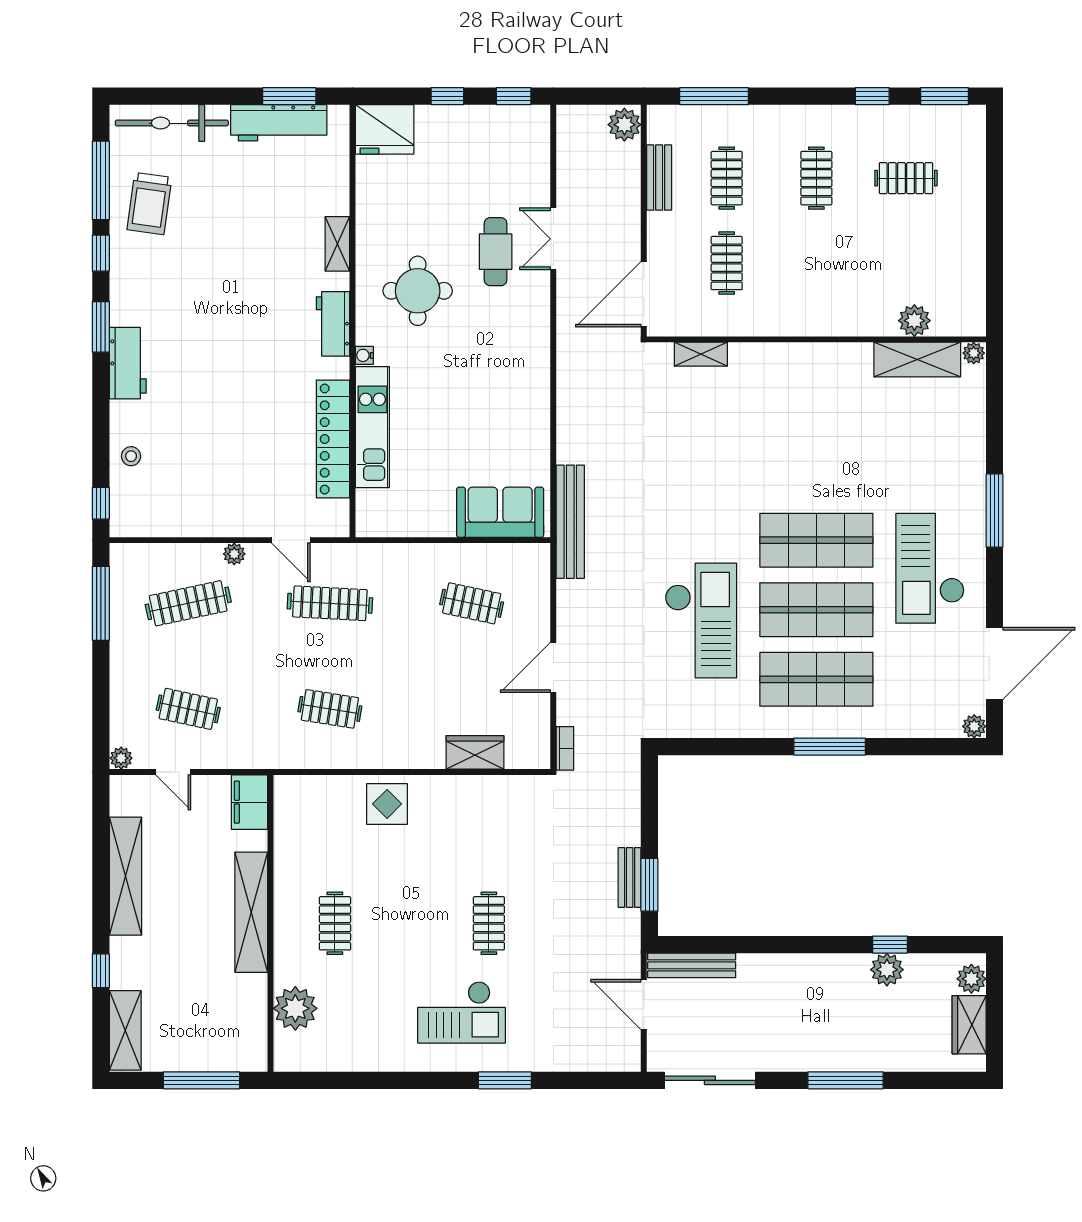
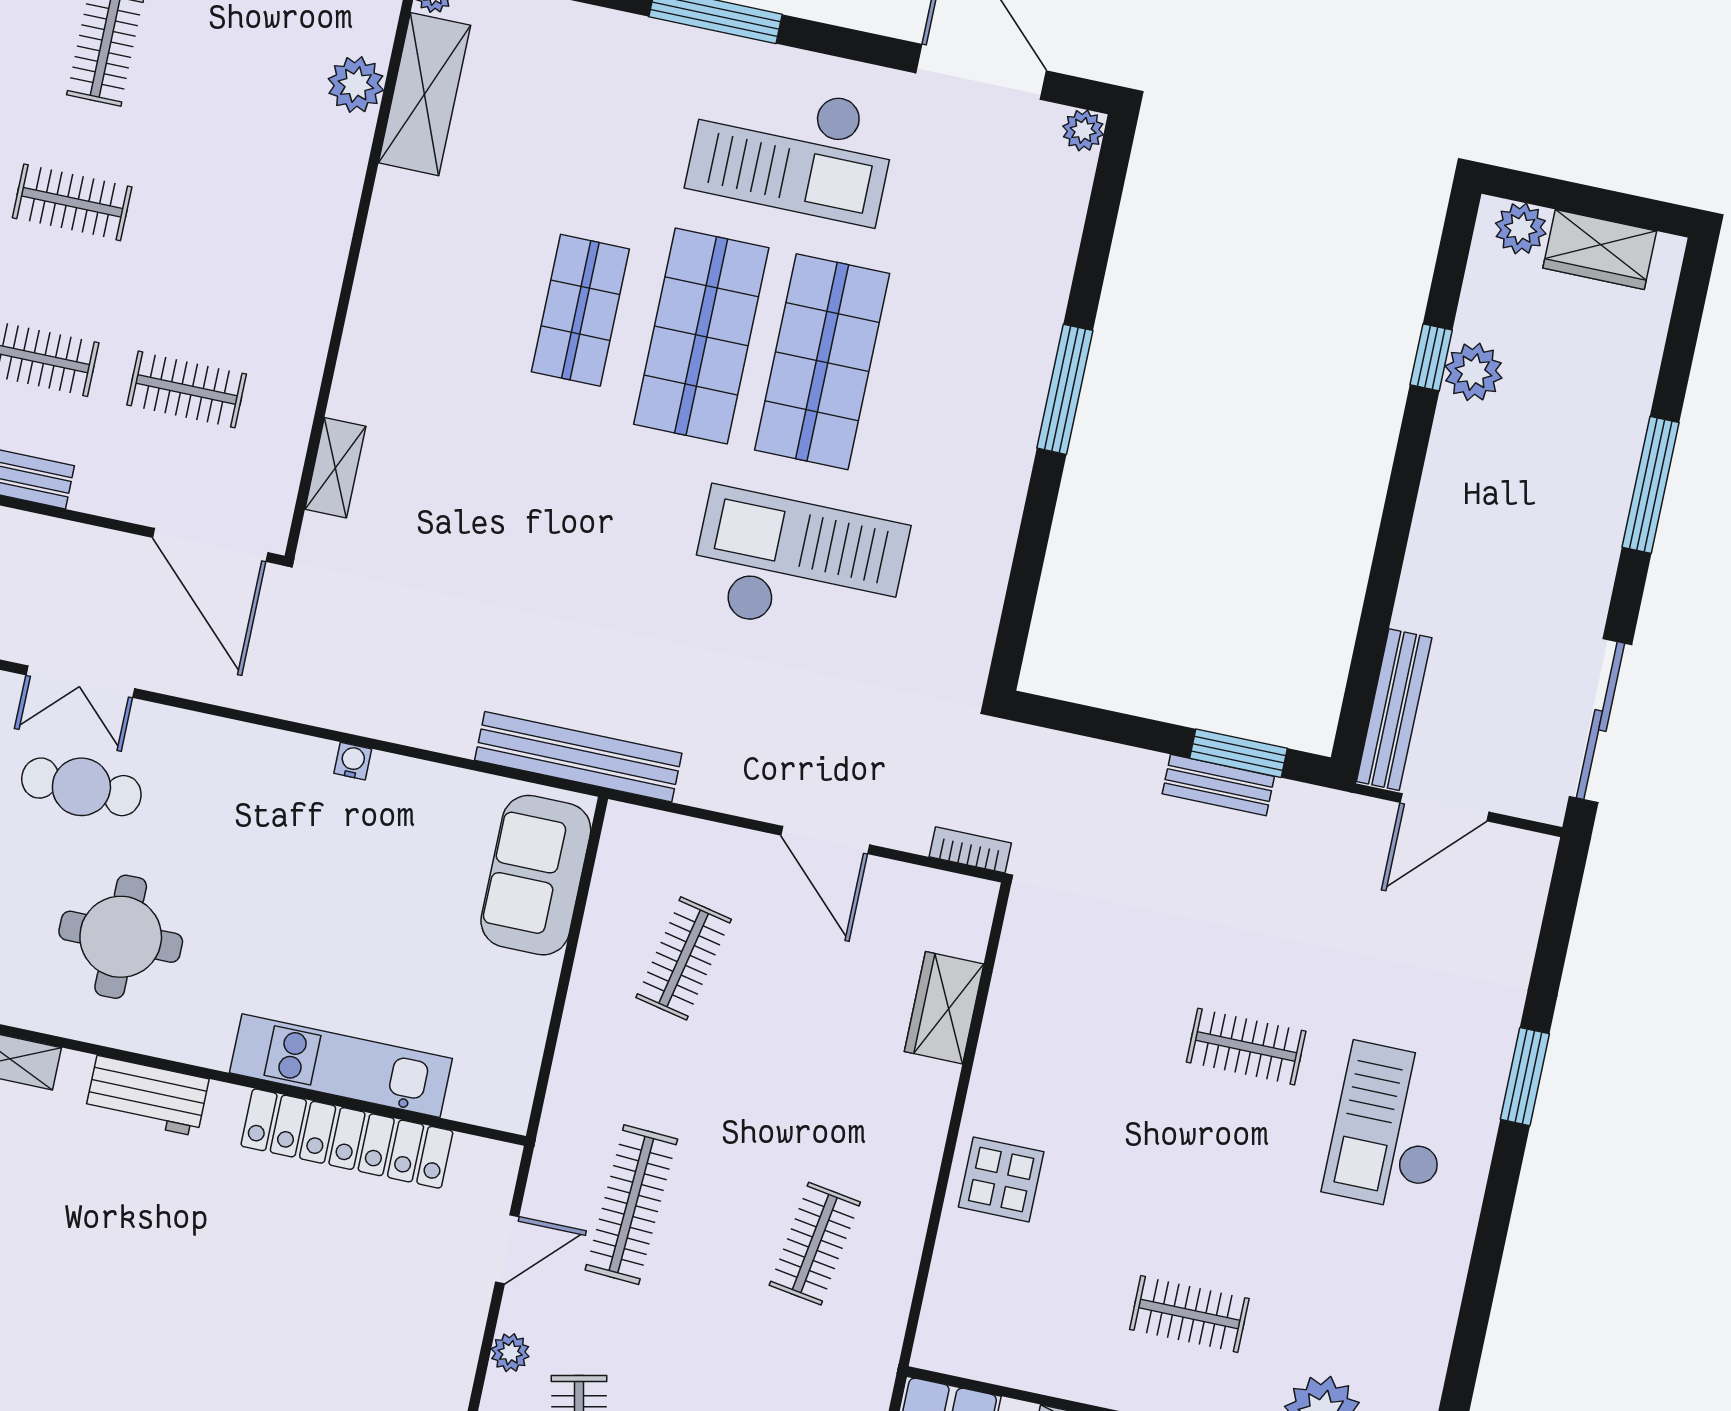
water cooler: (364, 355) -> (353, 761), moved, turned 180
shop shelf: (816, 679) -> (580, 310), moved, width x0.70, depth x0.74
checkout: (462, 1012) -> (1391, 1127), turned 180

